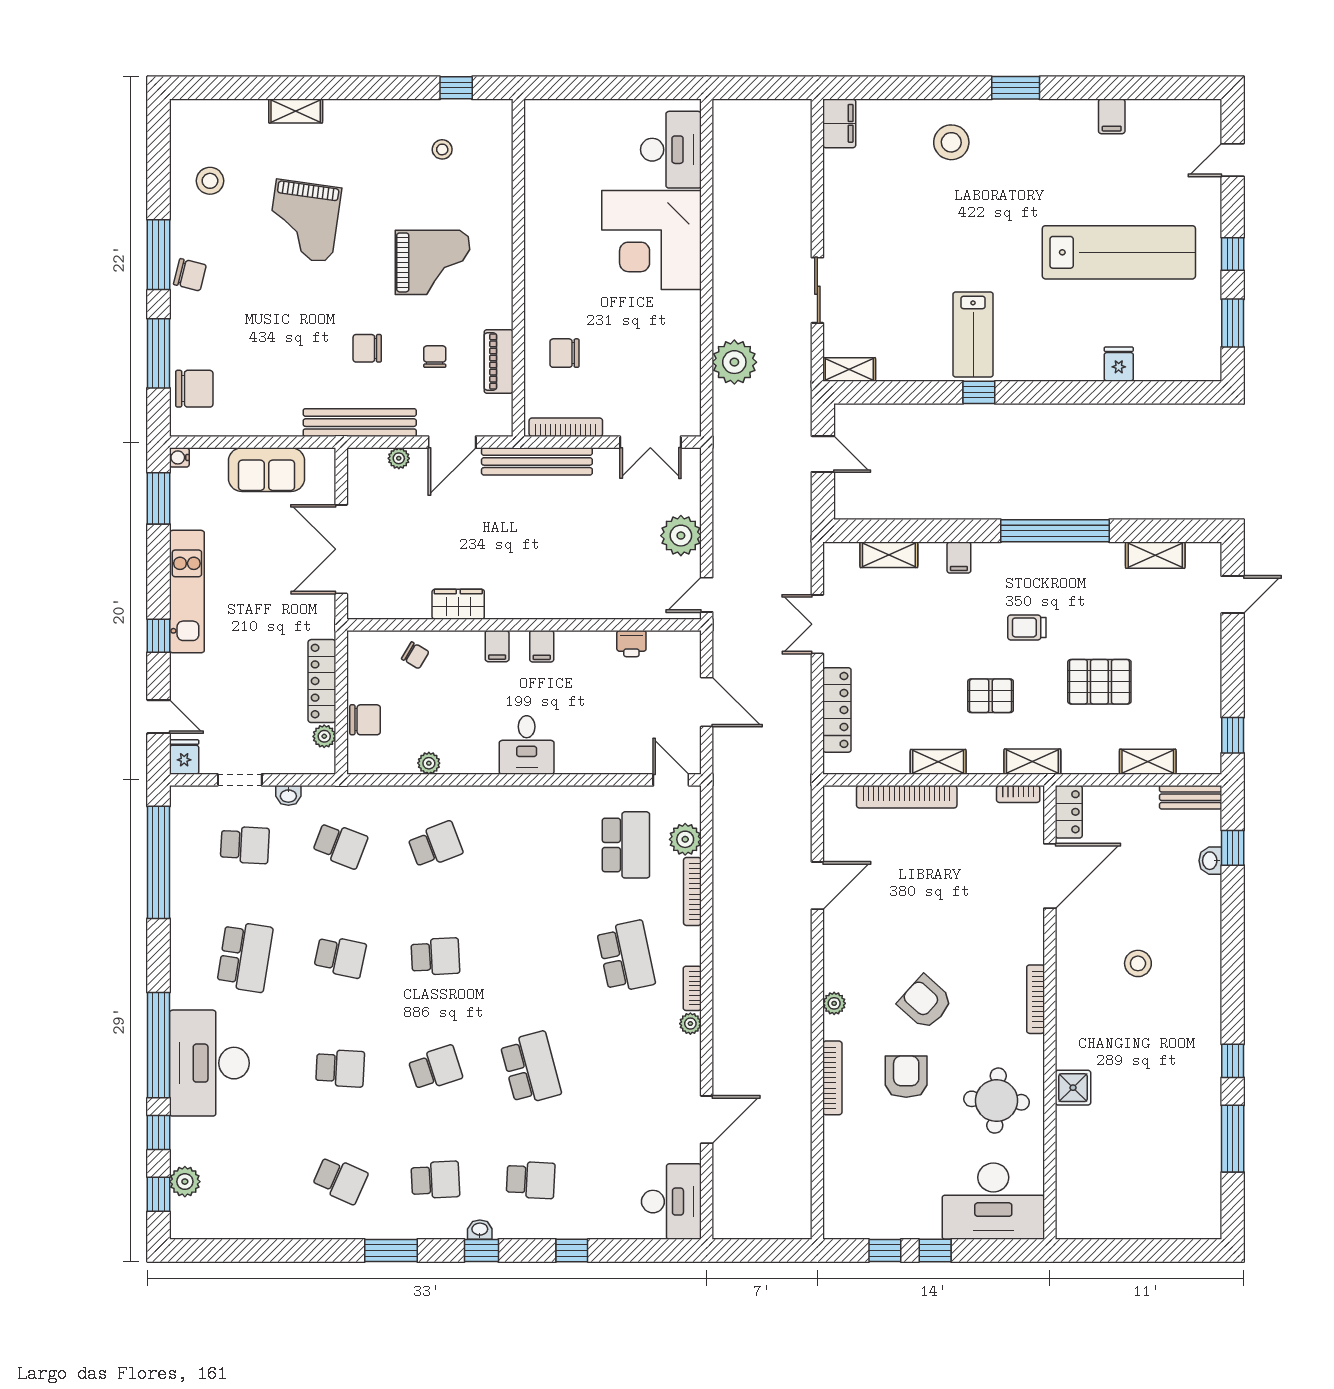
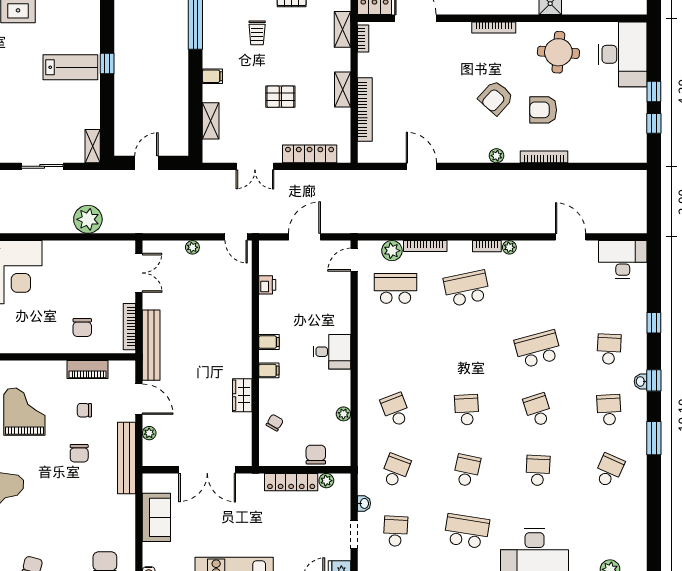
plant: (681, 536) -> (192, 247), width x0.53, depth x0.53
pallet: (991, 696) -> (280, 97), moved, turned 90

